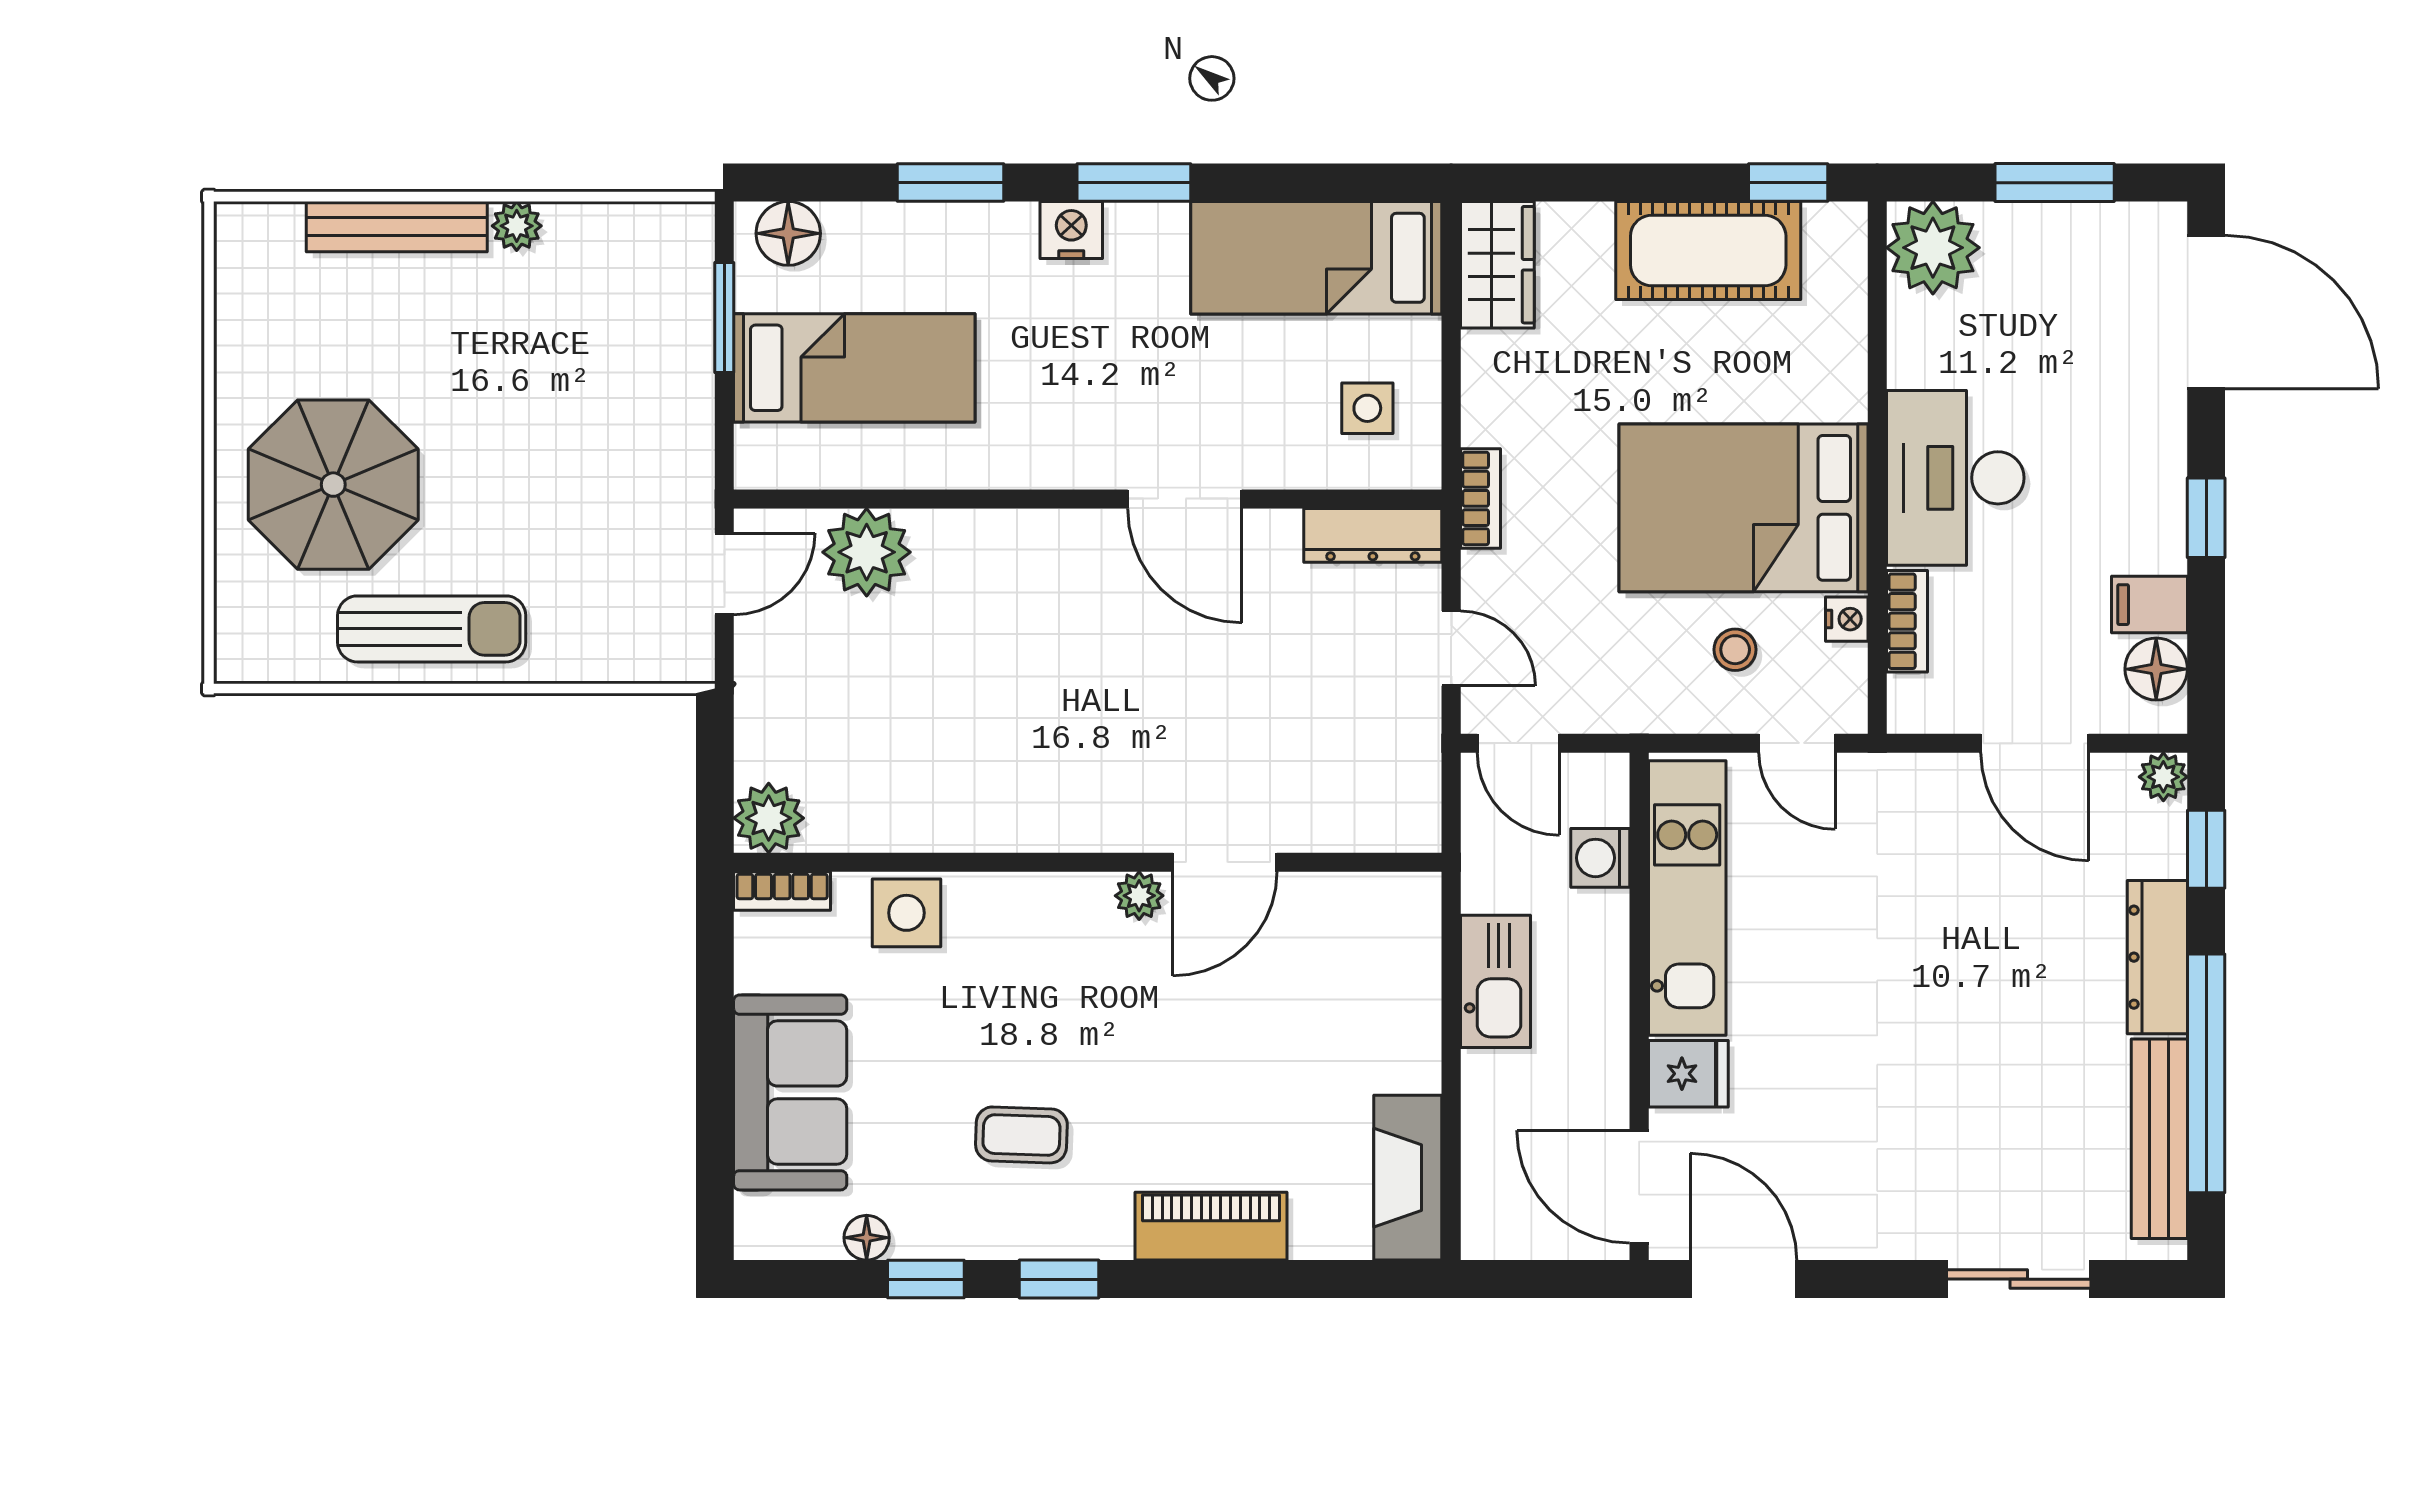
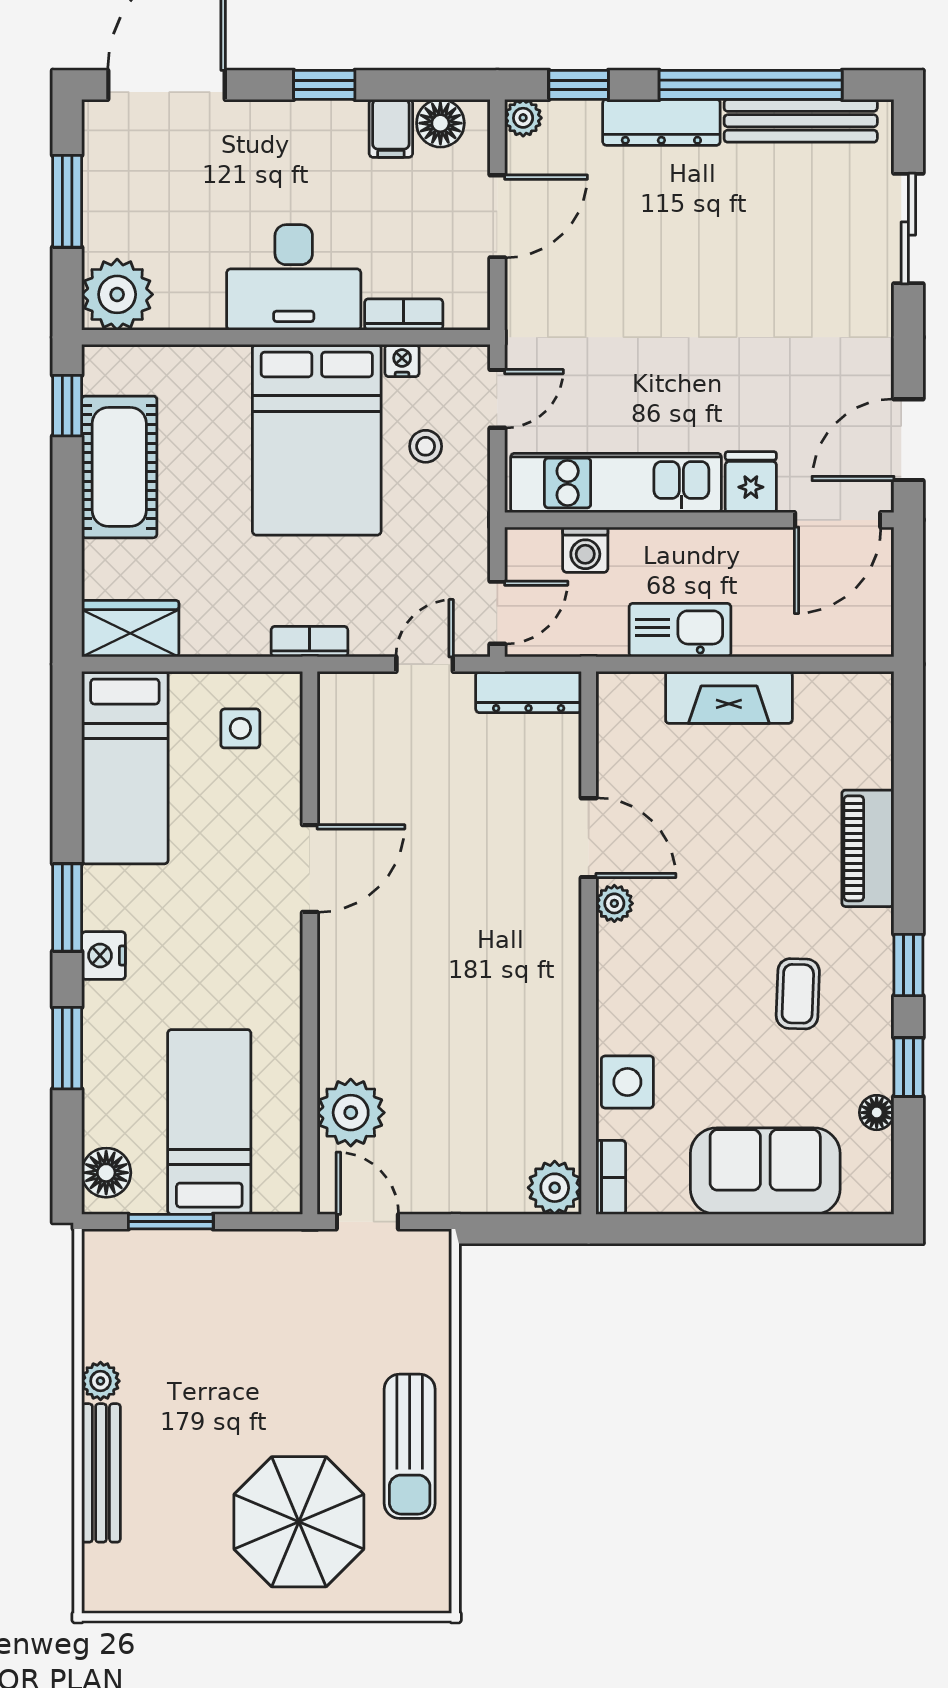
dresser: (1373, 535) -> (529, 692), moved, turned 90
sun lounger: (432, 629) -> (410, 1446), turned 180
fireplace: (1408, 1178) -> (729, 697), moved

